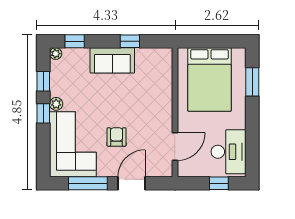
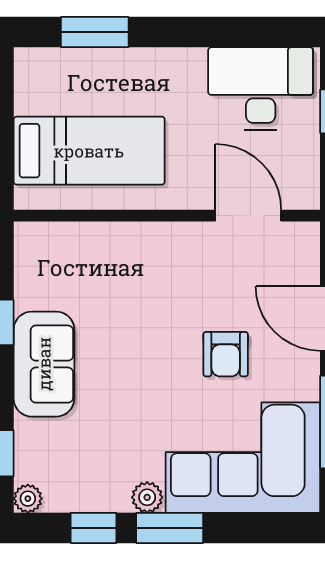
bed: (210, 79) -> (89, 151), width x0.67
window: (43, 113) -> (170, 528), width x1.50
armchair: (116, 137) -> (226, 354), turned -90

